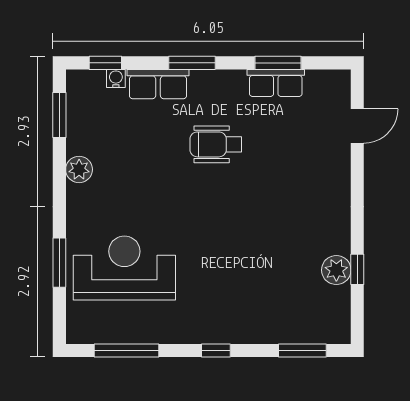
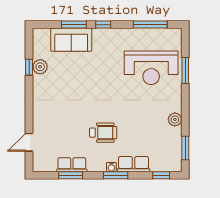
water cooler: (116, 78) -> (111, 167), moved
sofa: (277, 322) -> (71, 40), added
window: (302, 351) -> (74, 25), moved

